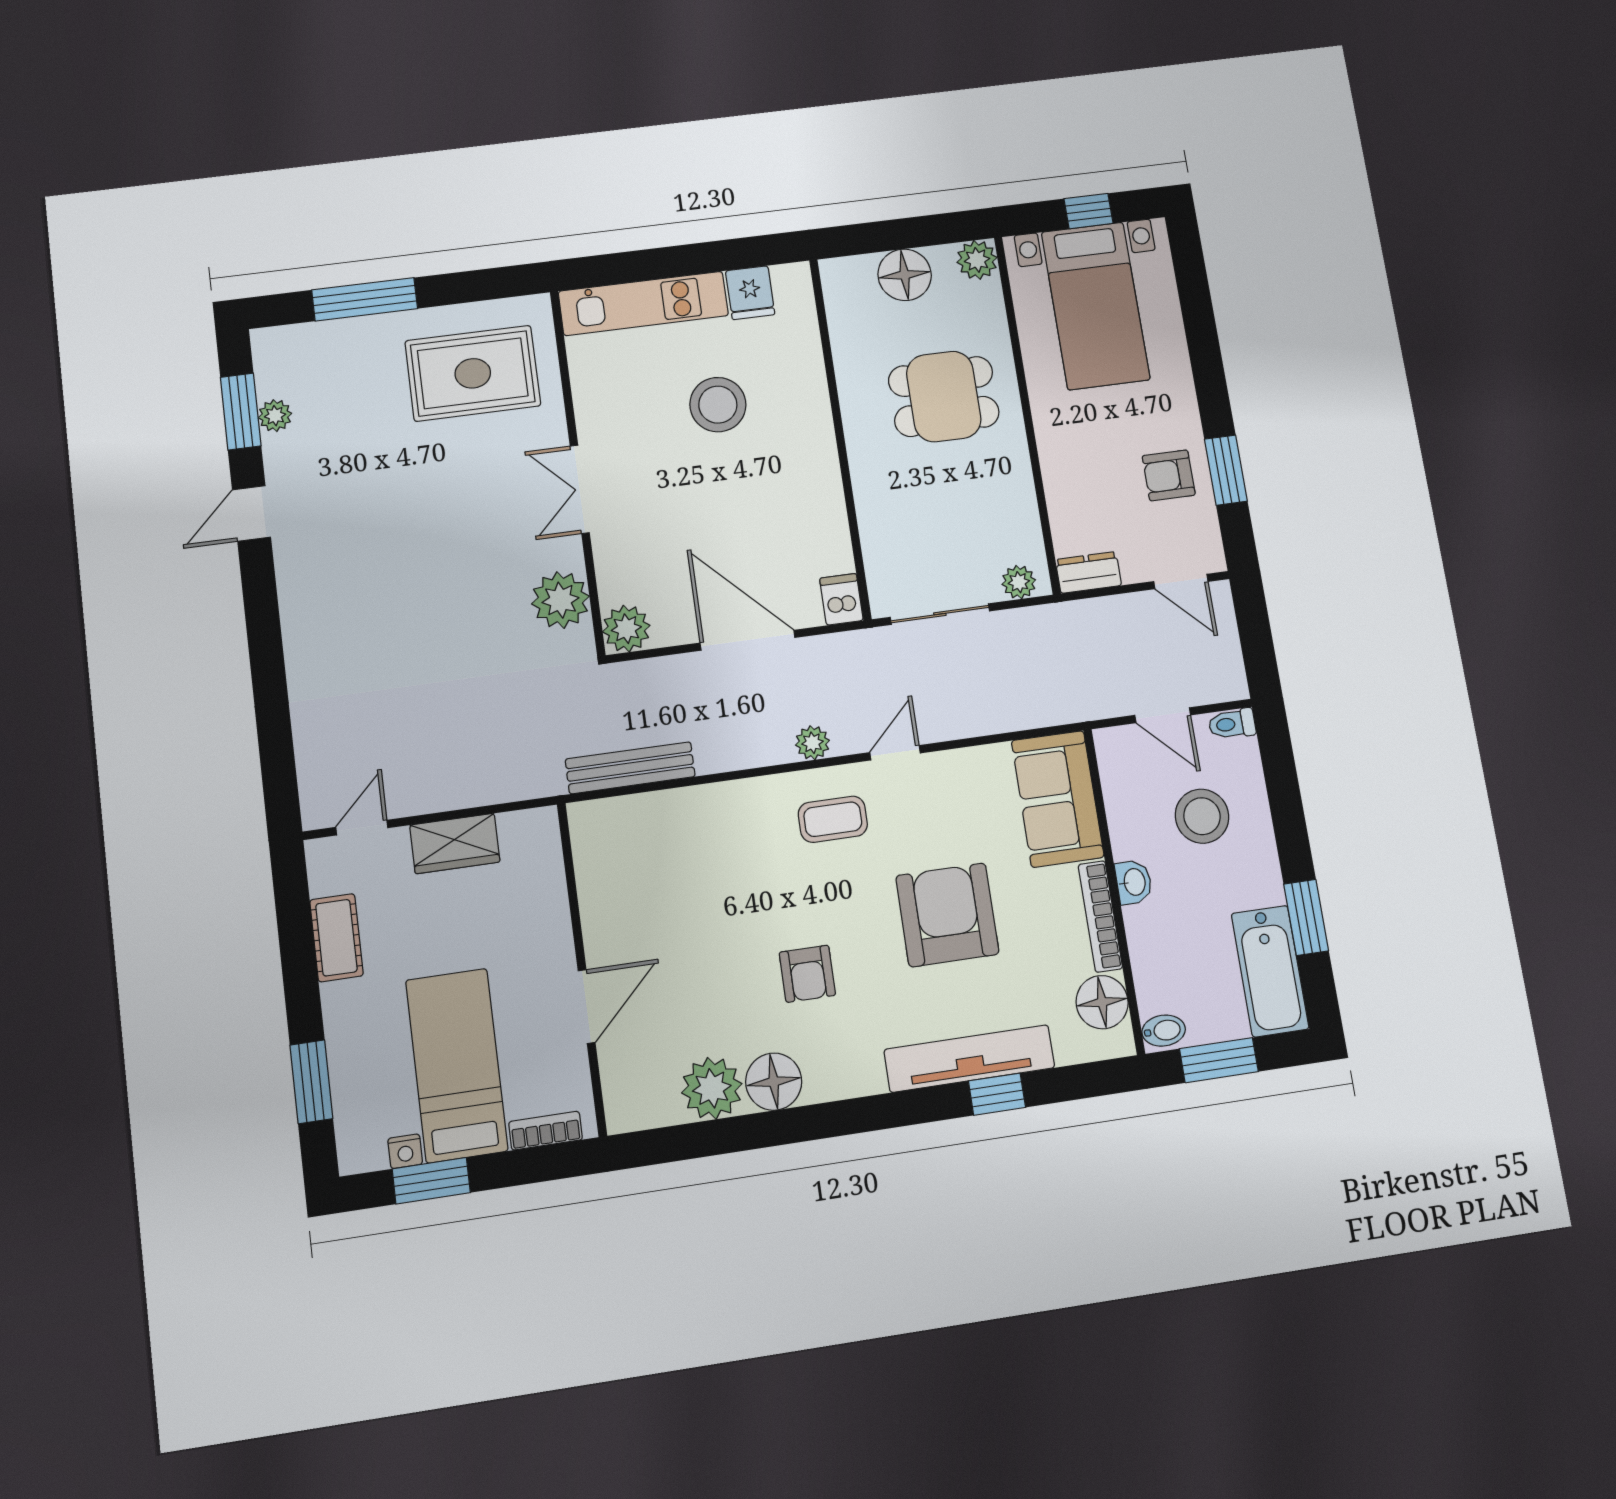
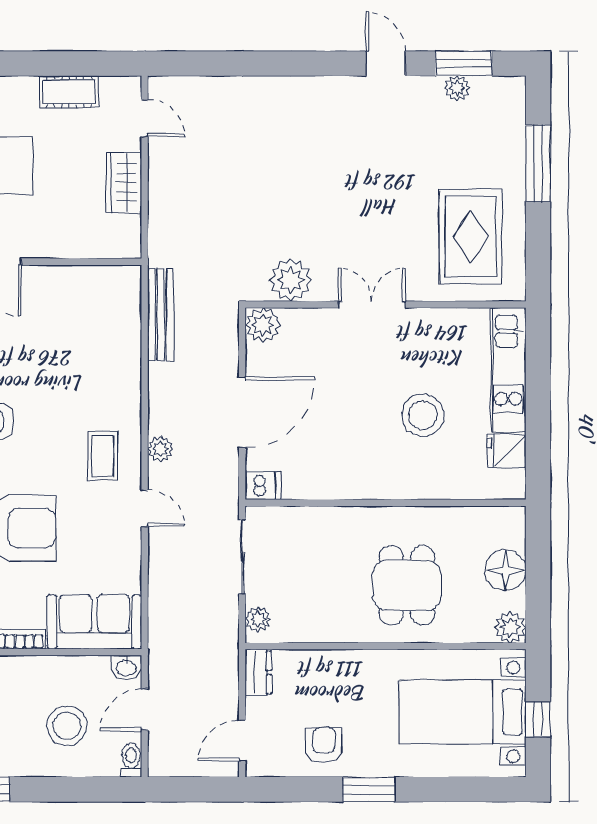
window: (1226, 470) -> (369, 789), moved
washbasin: (1134, 882) -> (126, 667), moved

